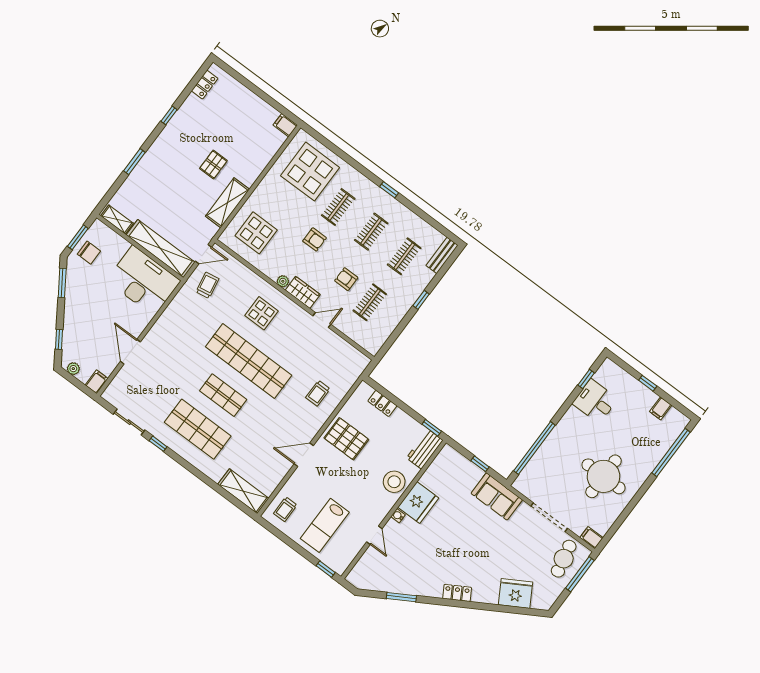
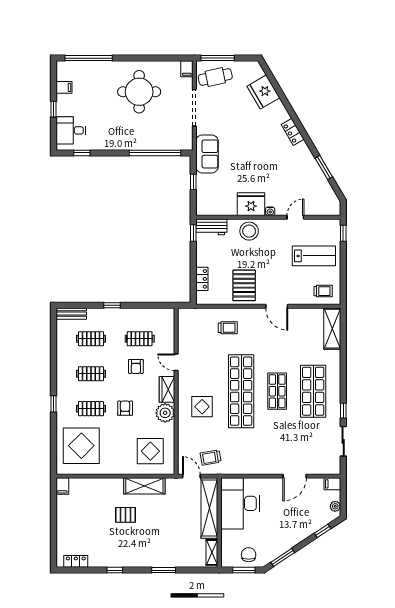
window: (389, 190) -> (53, 404), moved
plant: (283, 281) -> (165, 413), width x1.88, depth x1.88
desk: (595, 401) -> (71, 130), moved, turned 90

